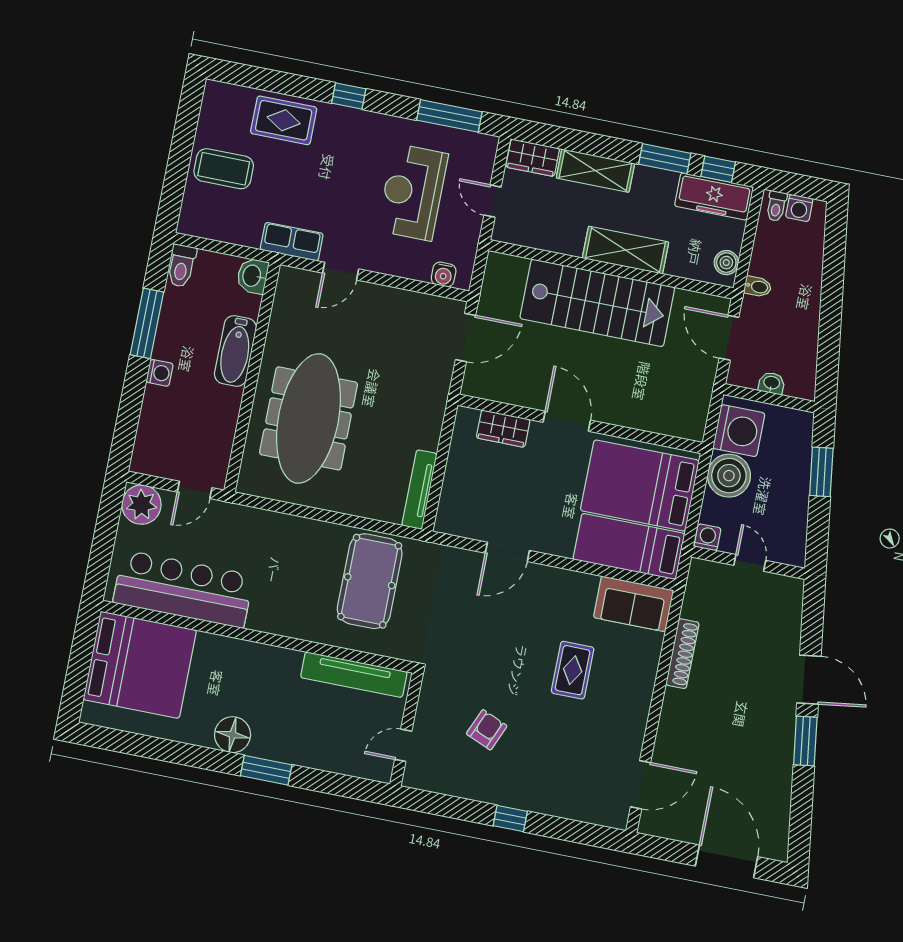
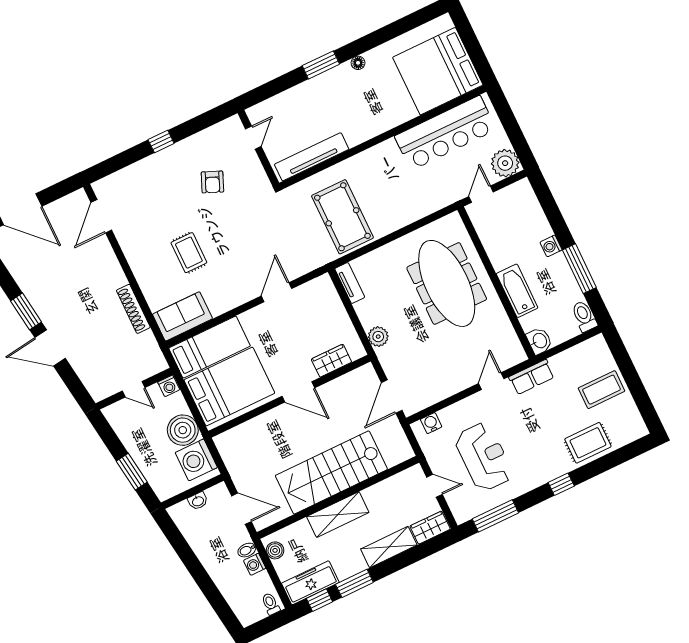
washing machine: (799, 208) -> (255, 564), moved, turned -90
plant: (430, 416) -> (378, 337), added
tv unit: (419, 490) -> (350, 283), width x0.71
floor lamp: (233, 735) -> (358, 63), width x0.53, depth x0.53

